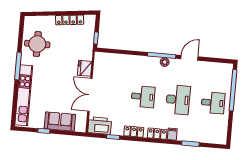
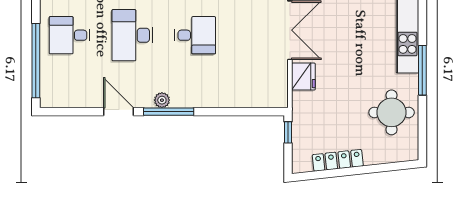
door: (189, 58) -> (119, 112), swing flipped
desk: (143, 97) -> (195, 35), turned 180

